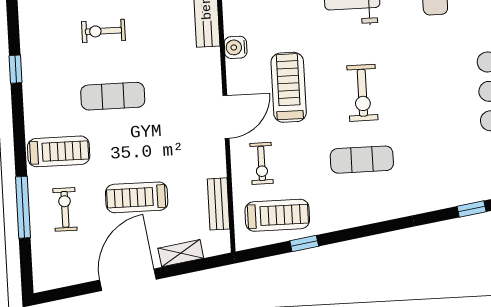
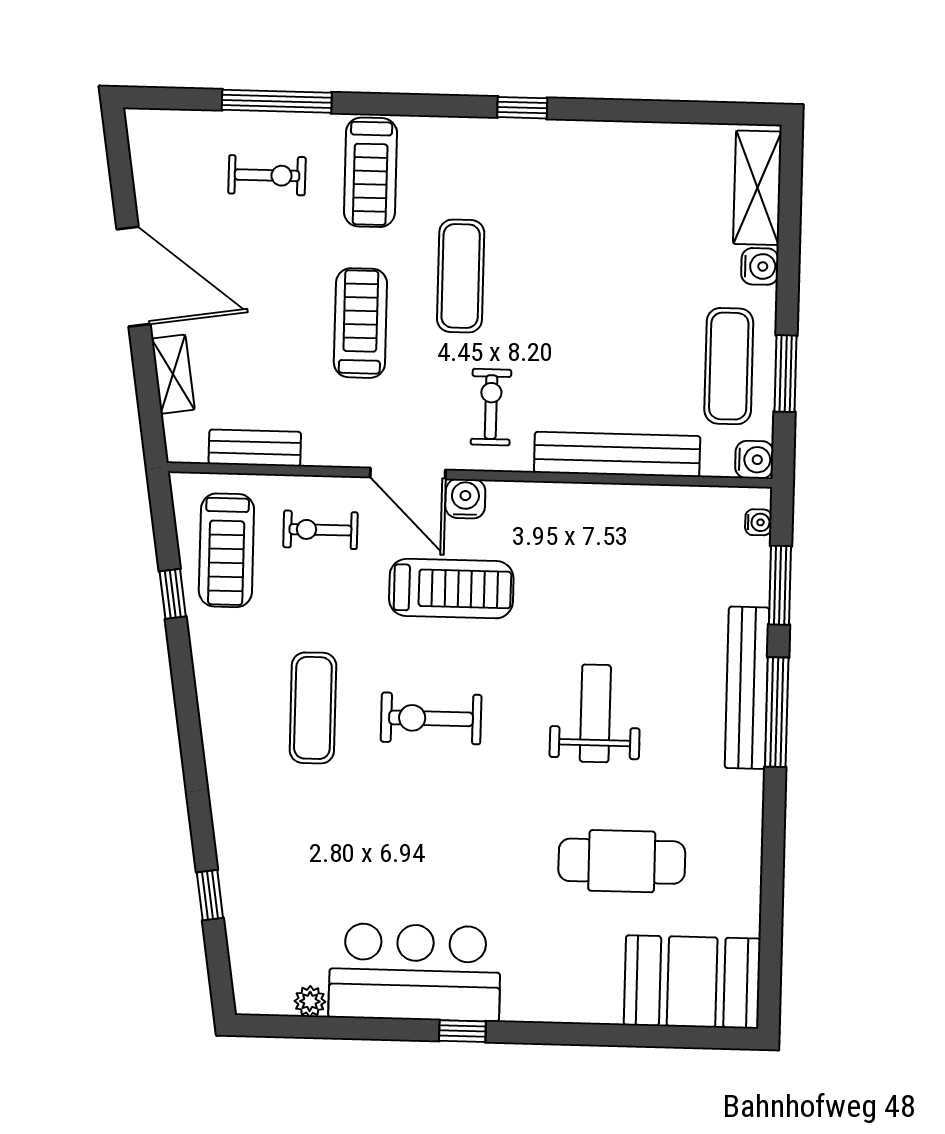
exercise bike: (103, 31) -> (491, 407), moved
water cooler: (236, 47) -> (465, 499), moved
treadmill: (137, 197) -> (360, 323), moved

